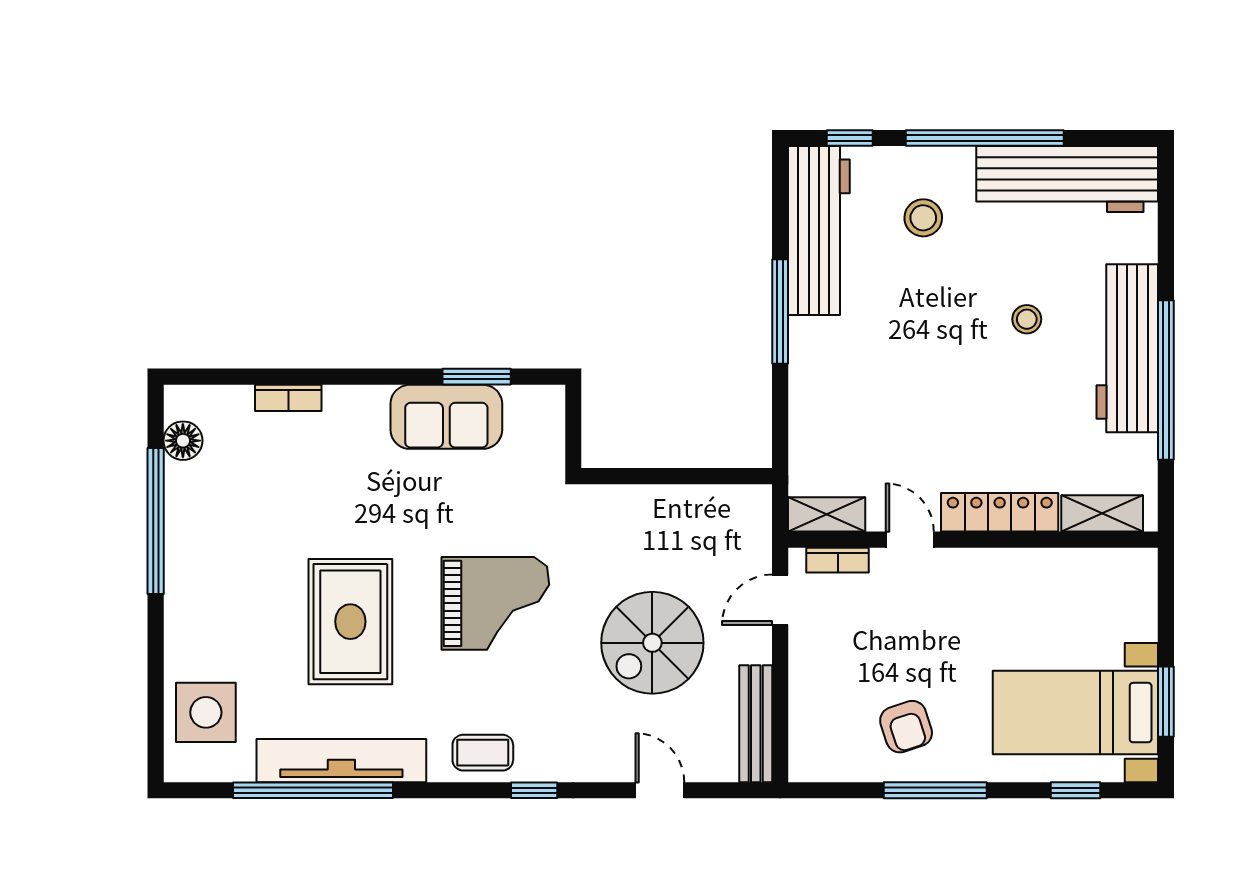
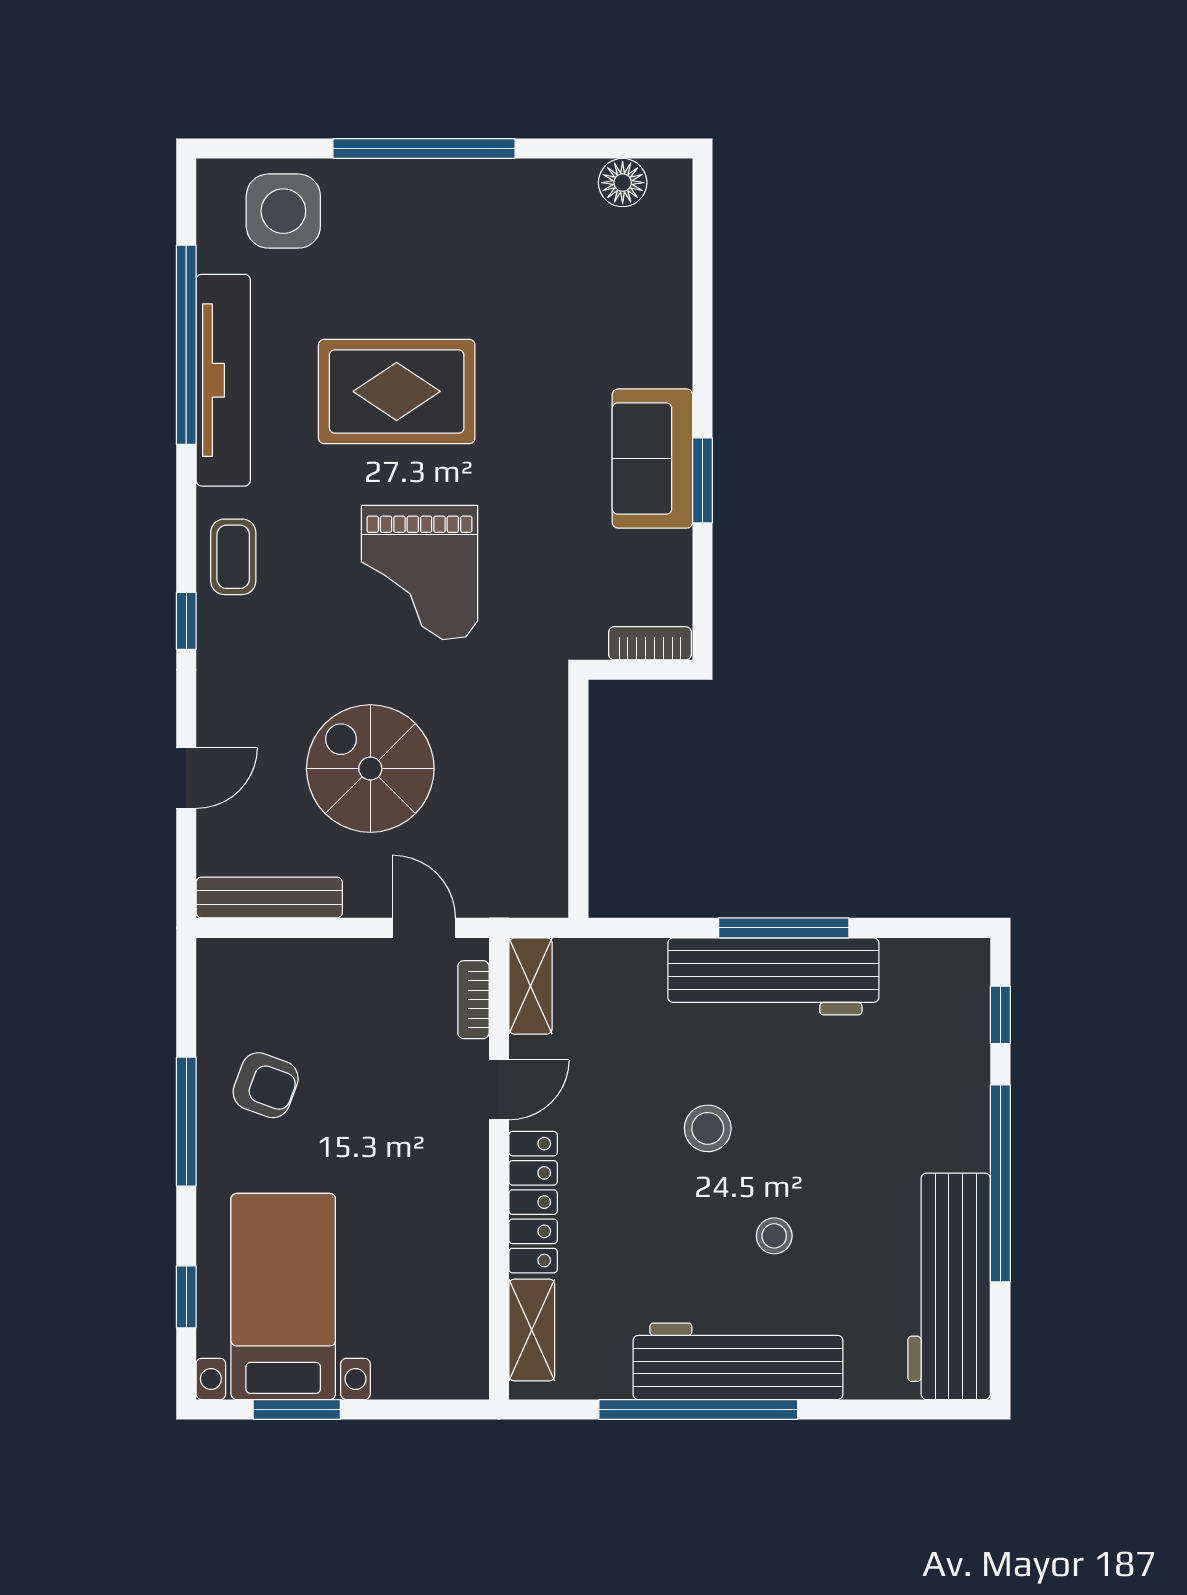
stool: (923, 218) -> (708, 1128), moved
workbench: (819, 231) -> (773, 976), moved
window: (477, 377) -> (703, 480), moved
bookcase: (288, 398) -> (650, 643), moved, turned 90
sofa: (446, 417) -> (652, 459), moved
window: (156, 521) -> (424, 148), moved
armchair: (906, 727) -> (266, 1085), turned -142

